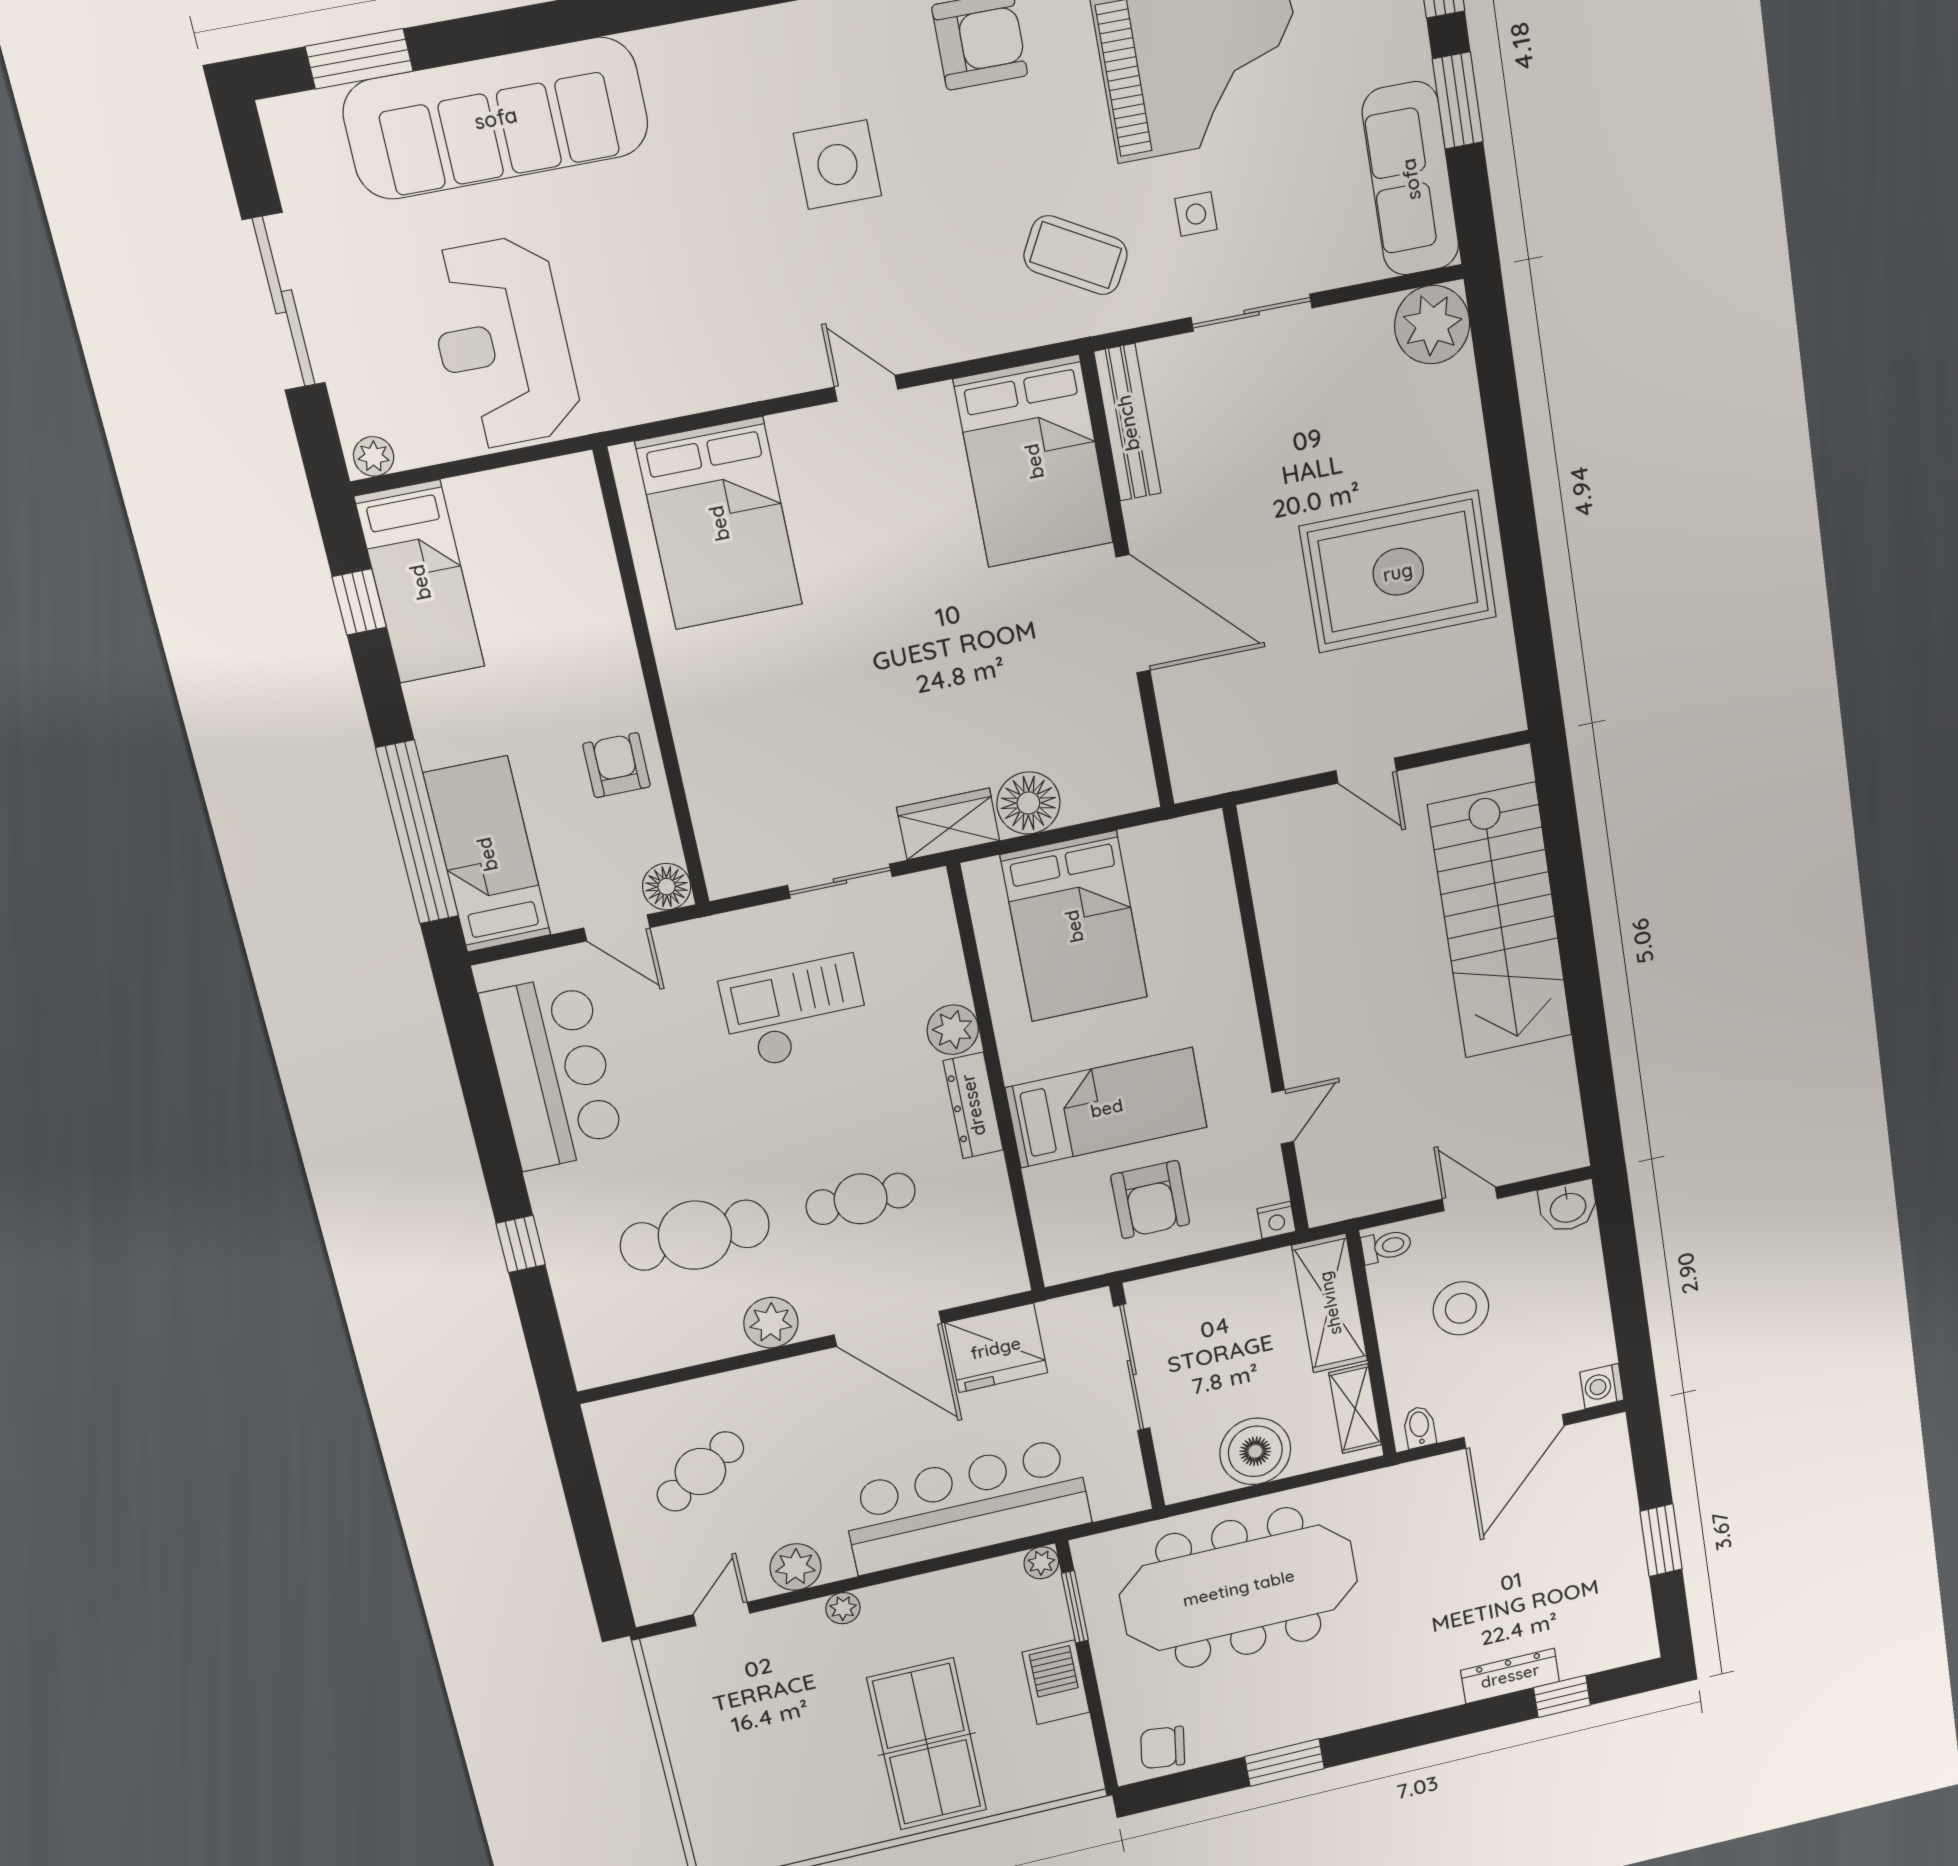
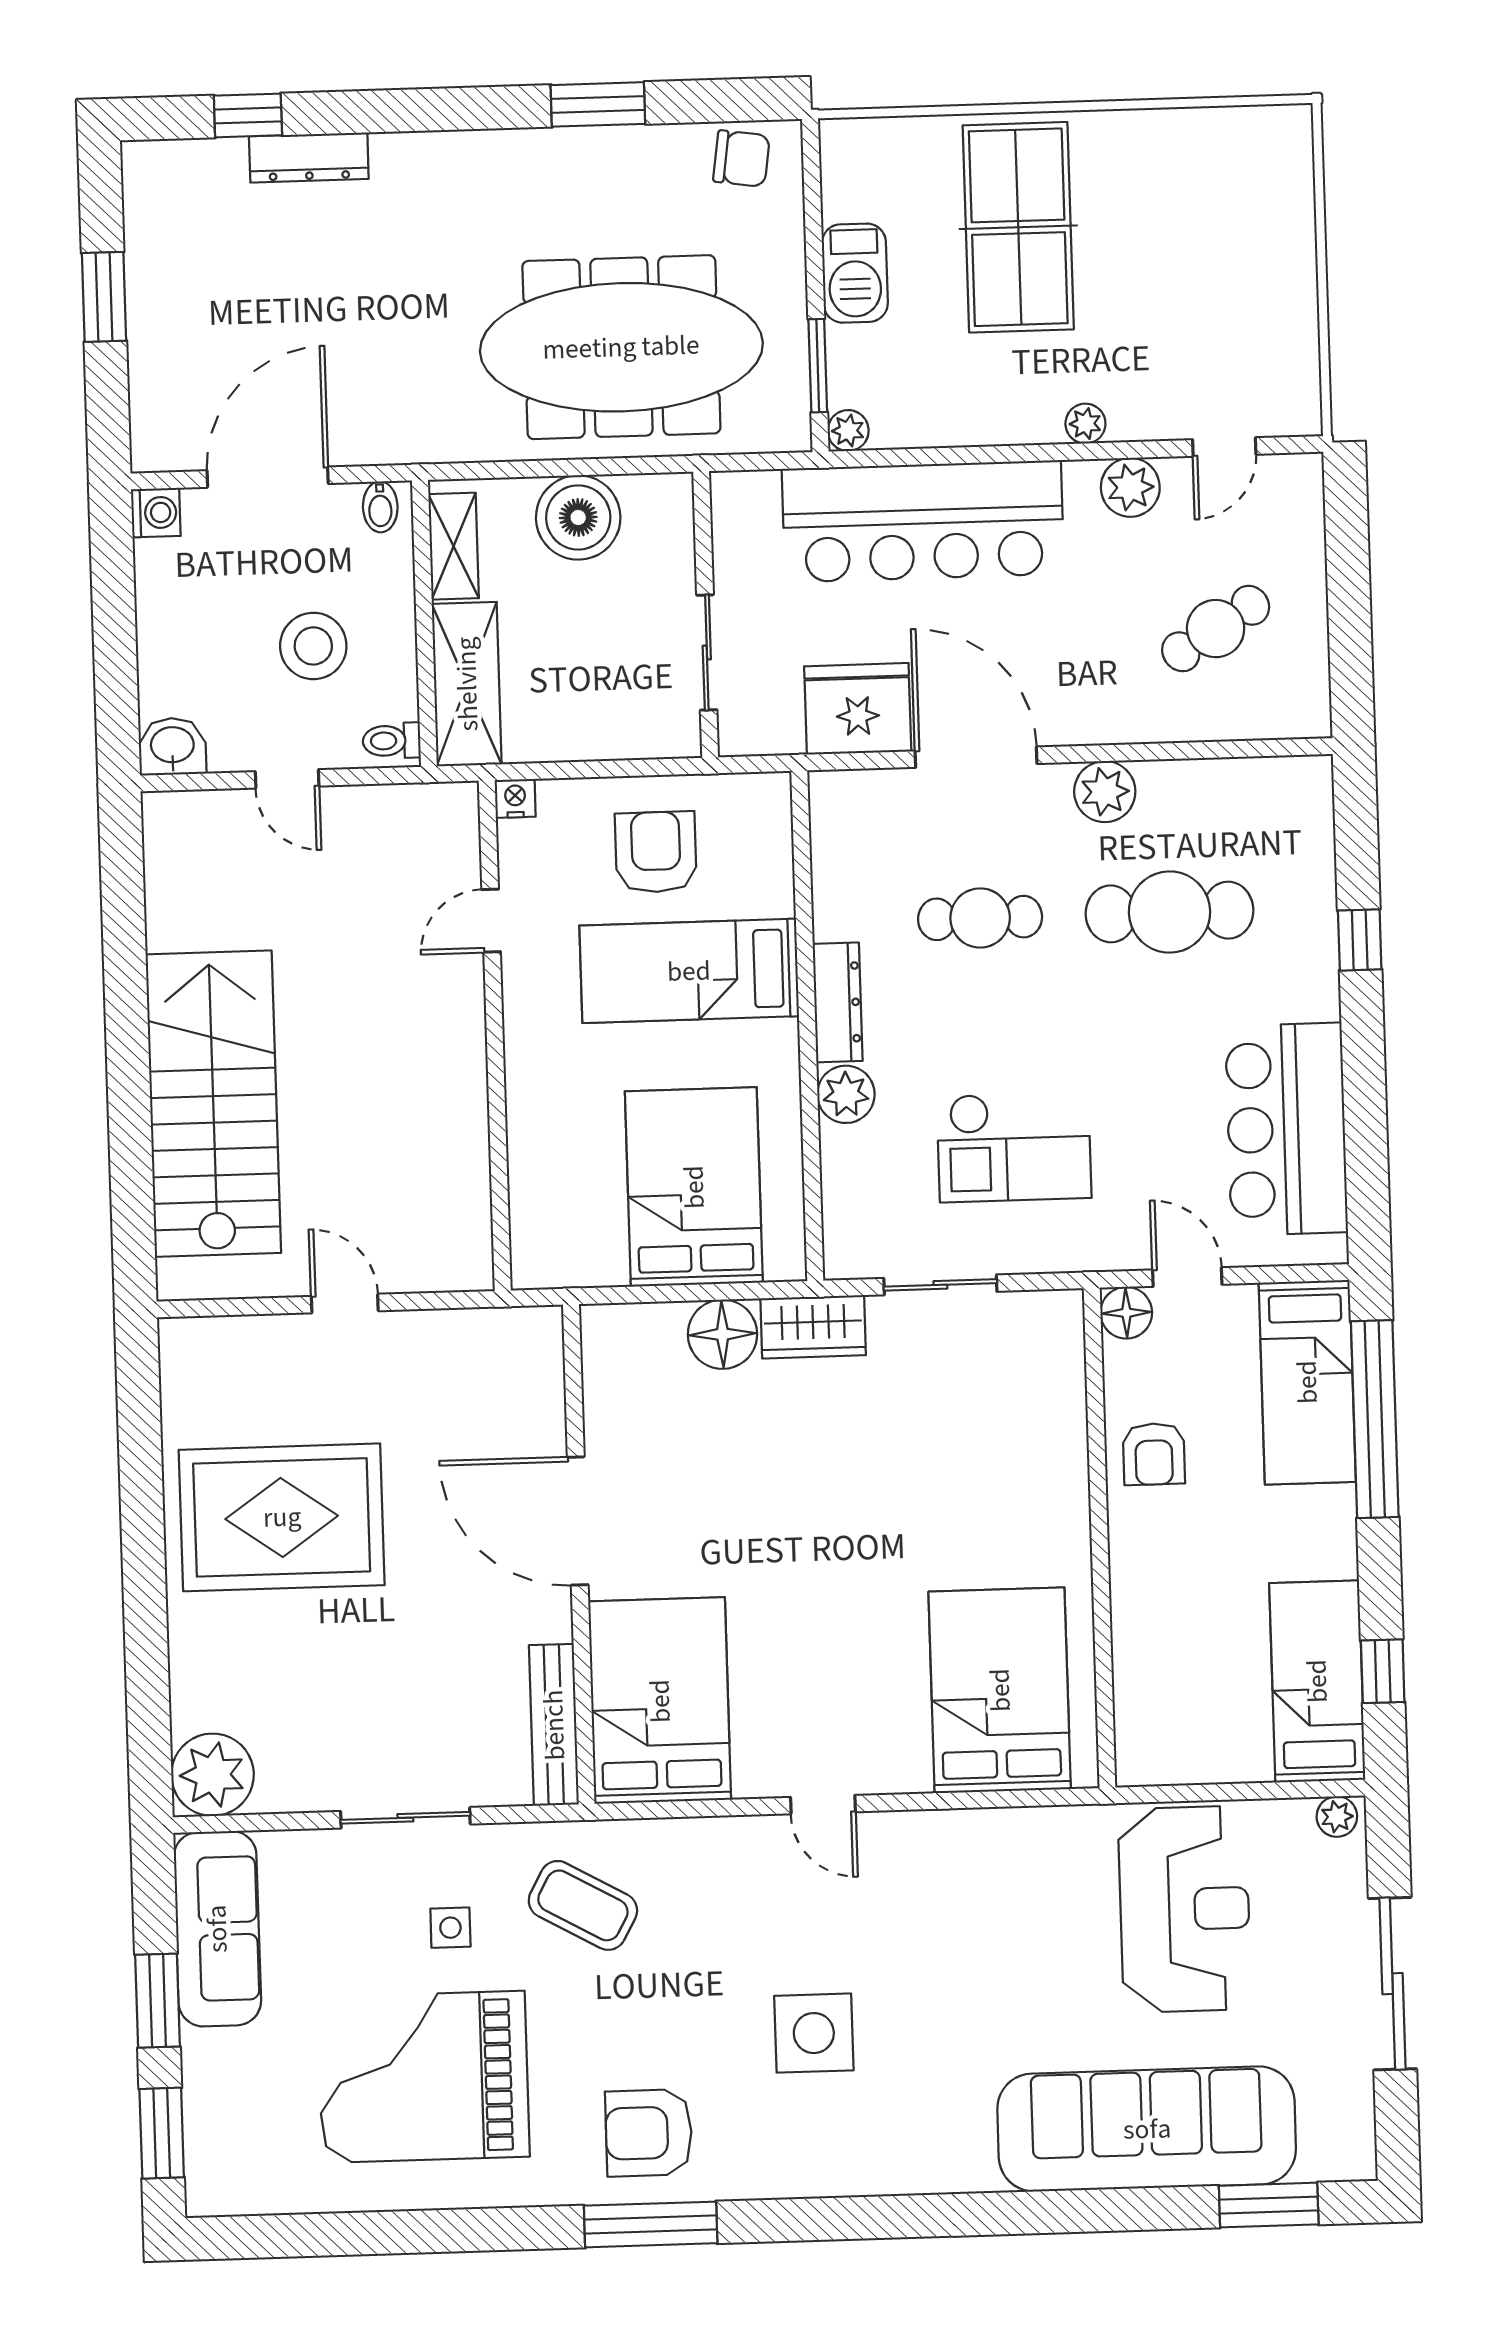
sliding door: (1132, 1367) -> (707, 652), width x0.73

